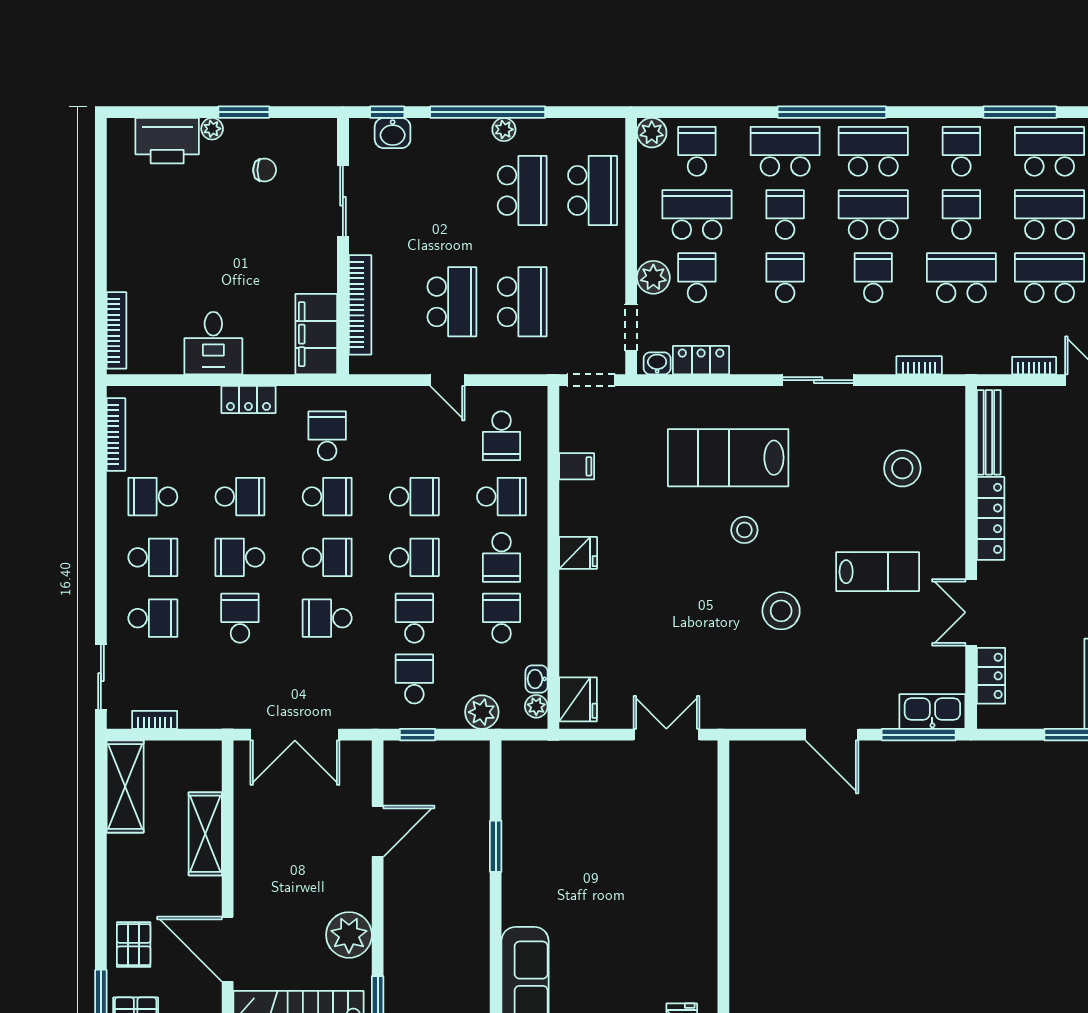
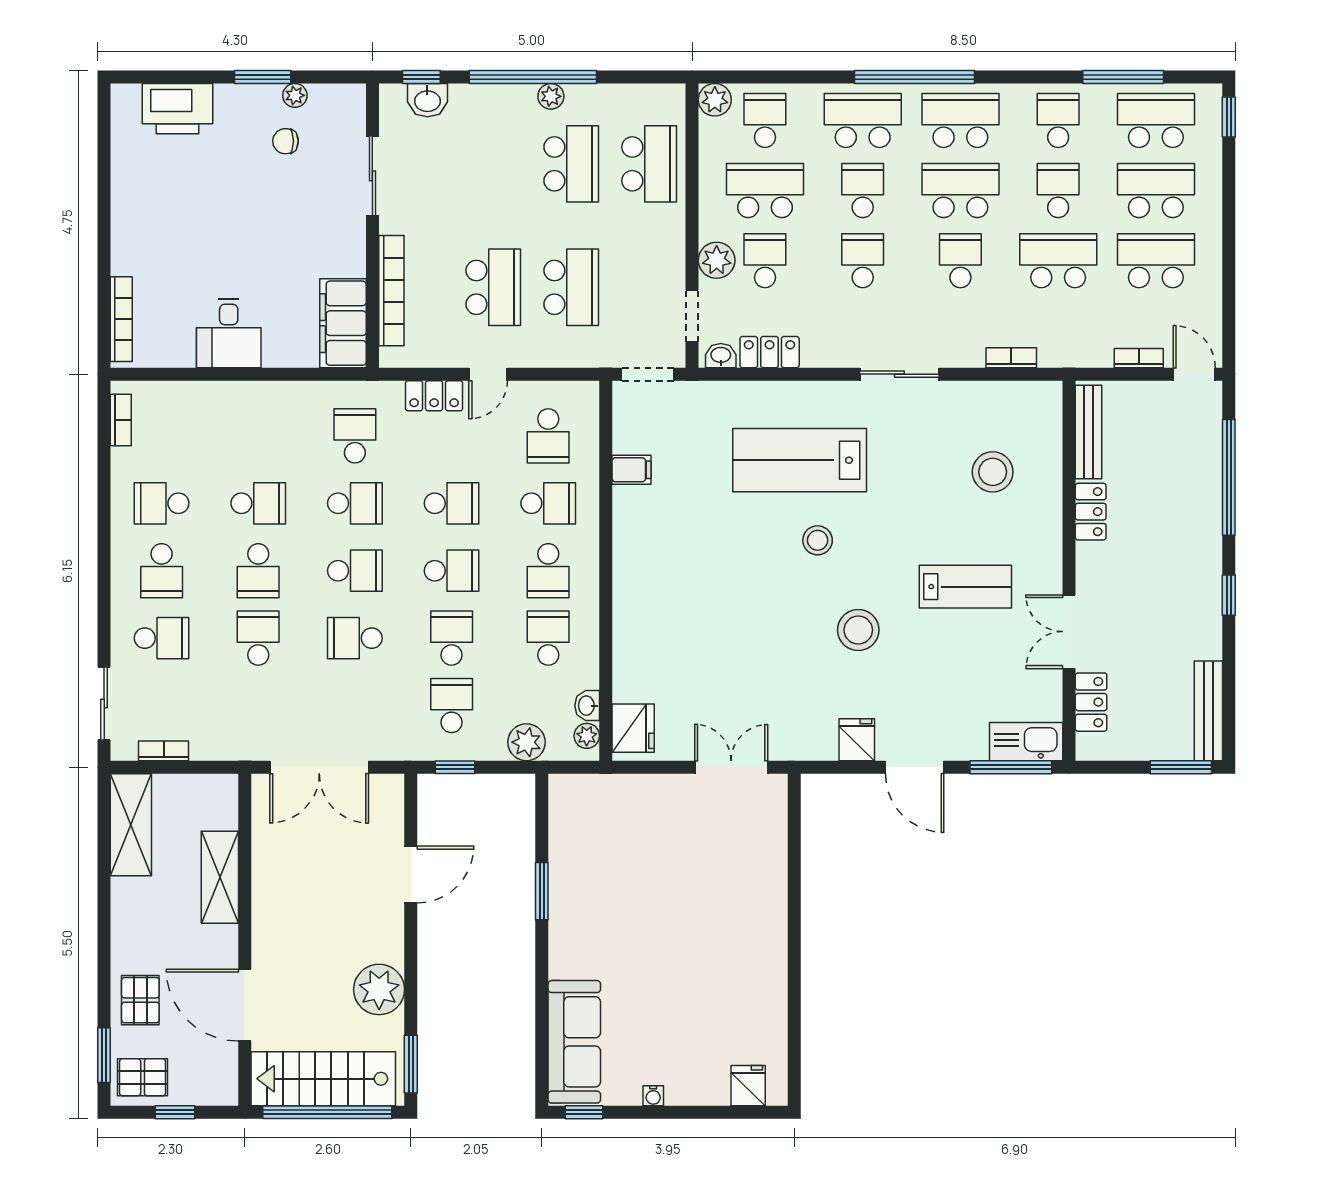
plant: (212, 129) -> (295, 95), moved
chair: (265, 170) -> (286, 141), turned 180
door: (447, 380) -> (488, 374), hinge flipped
locker: (248, 400) -> (434, 396), moved
bookcase: (116, 435) -> (121, 420), width x0.64
locker: (991, 518) -> (1091, 512), width x0.66
fridge: (578, 553) -> (857, 740), moved, turned -90
school desk: (153, 557) -> (162, 571), turned 90
school desk: (240, 557) -> (258, 571), turned -90

